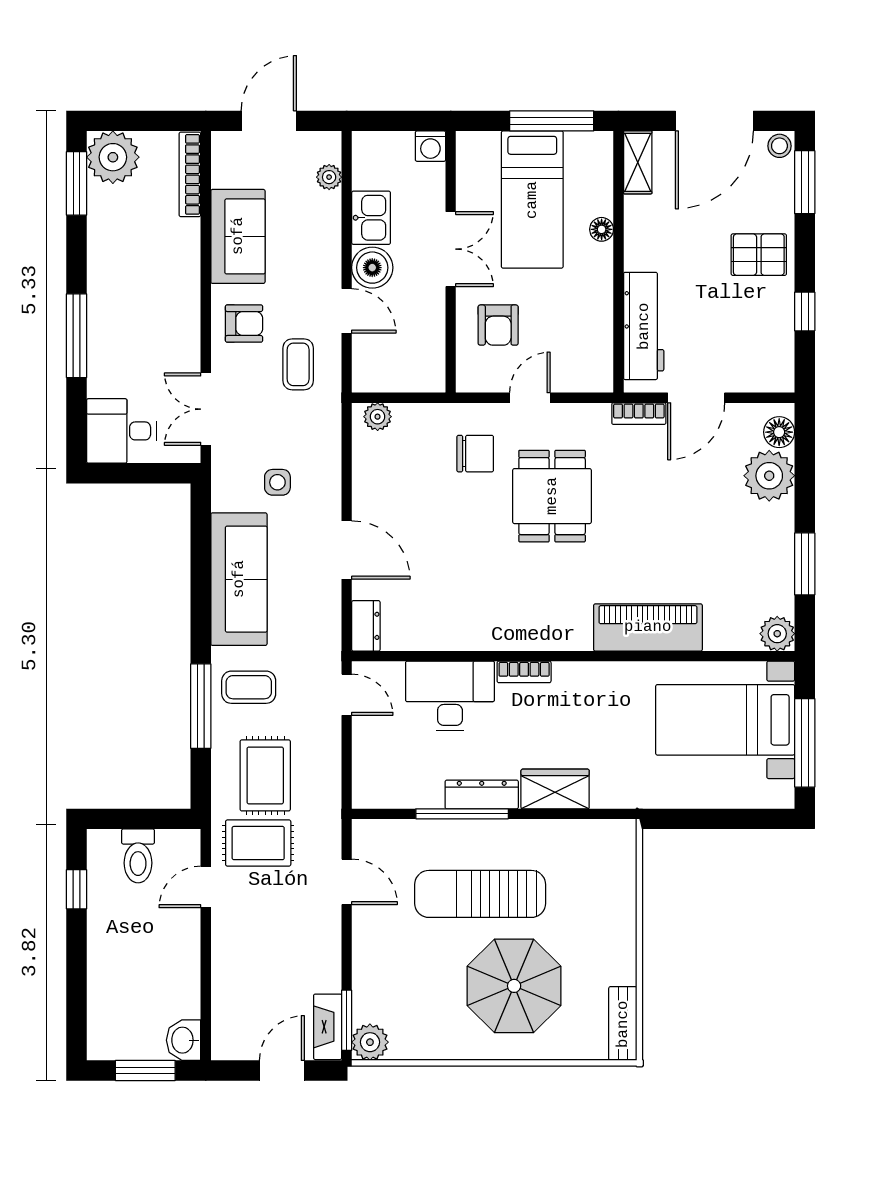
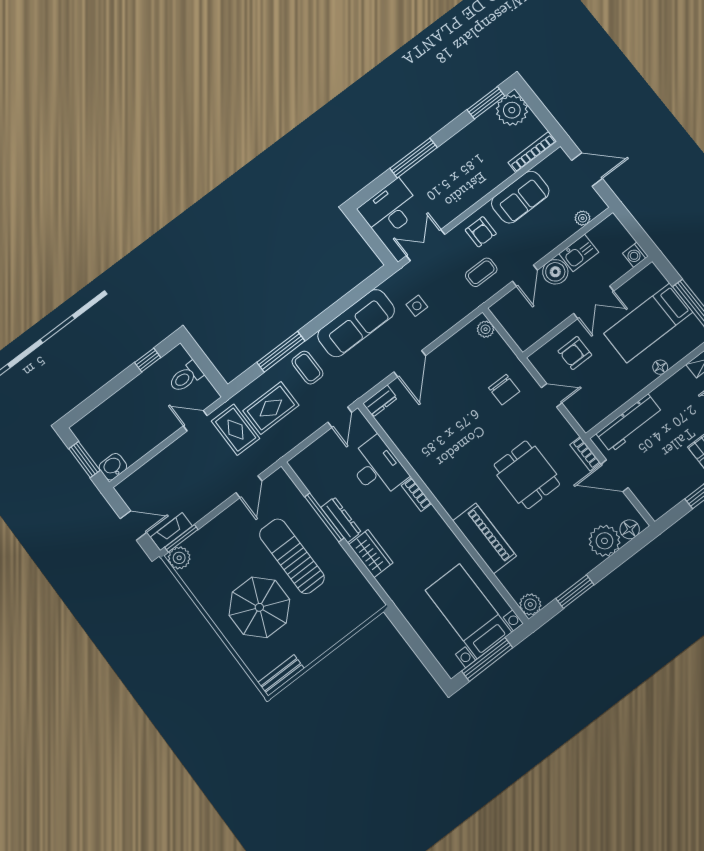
desk: (121, 431) -> (390, 209), width x1.37
dining table: (552, 496) -> (527, 475), moved, turned 90

